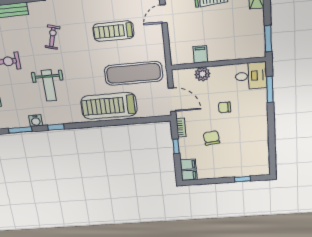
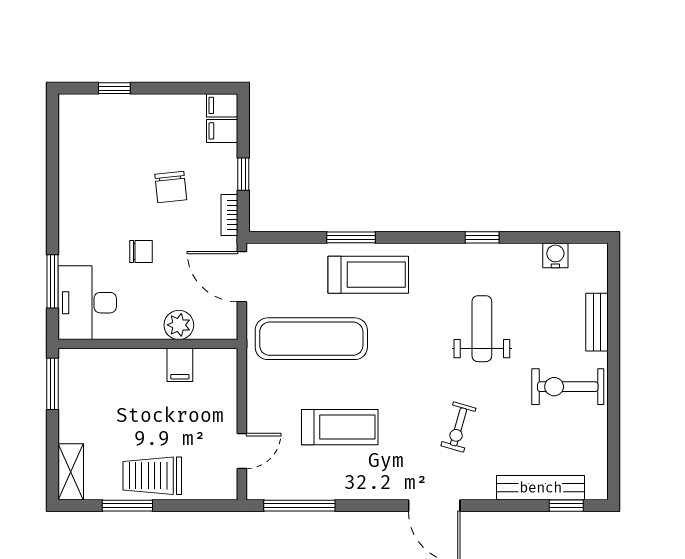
desk: (251, 76) -> (87, 303), width x1.37
treadmill: (109, 106) -> (368, 275), width x0.73, depth x0.73
water cooler: (36, 121) -> (555, 255), moved
window: (20, 130) -> (351, 237), moved

